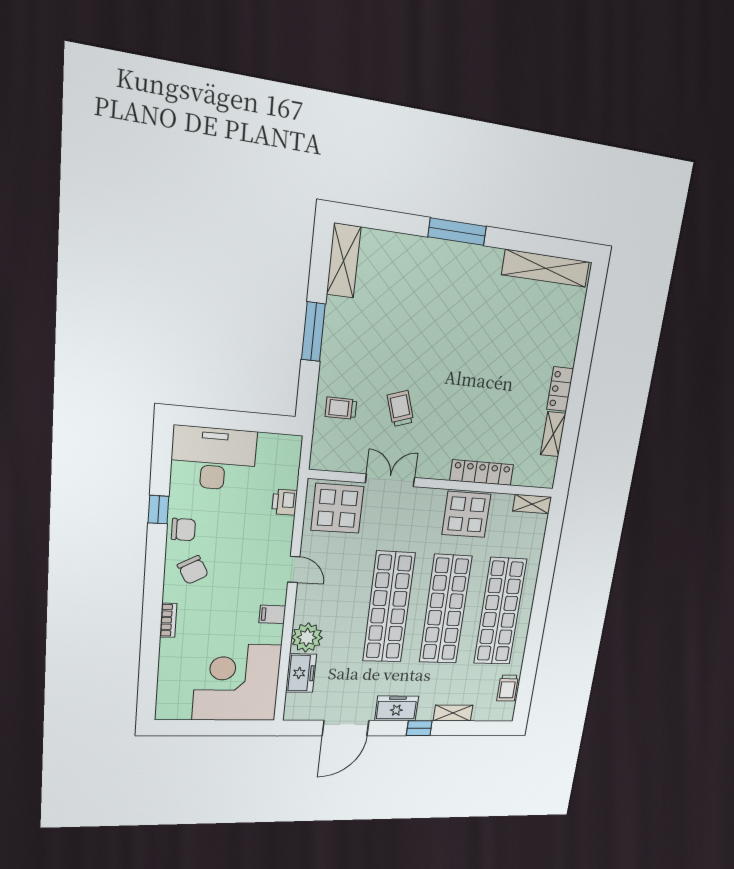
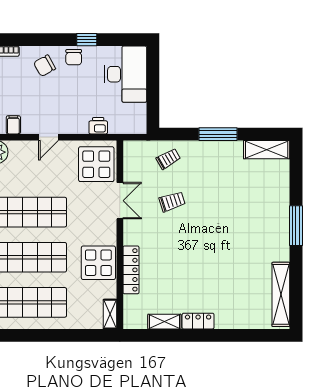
trolley: (341, 408) -> (168, 159), turned 60

